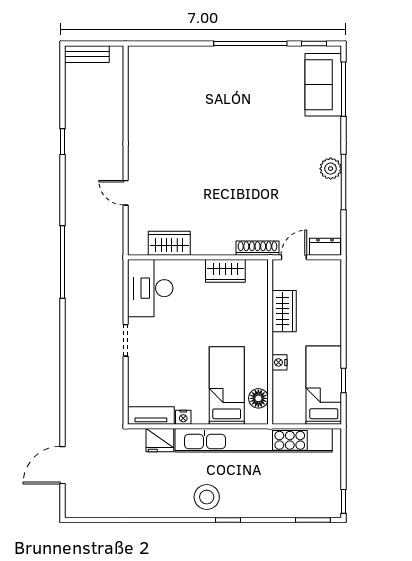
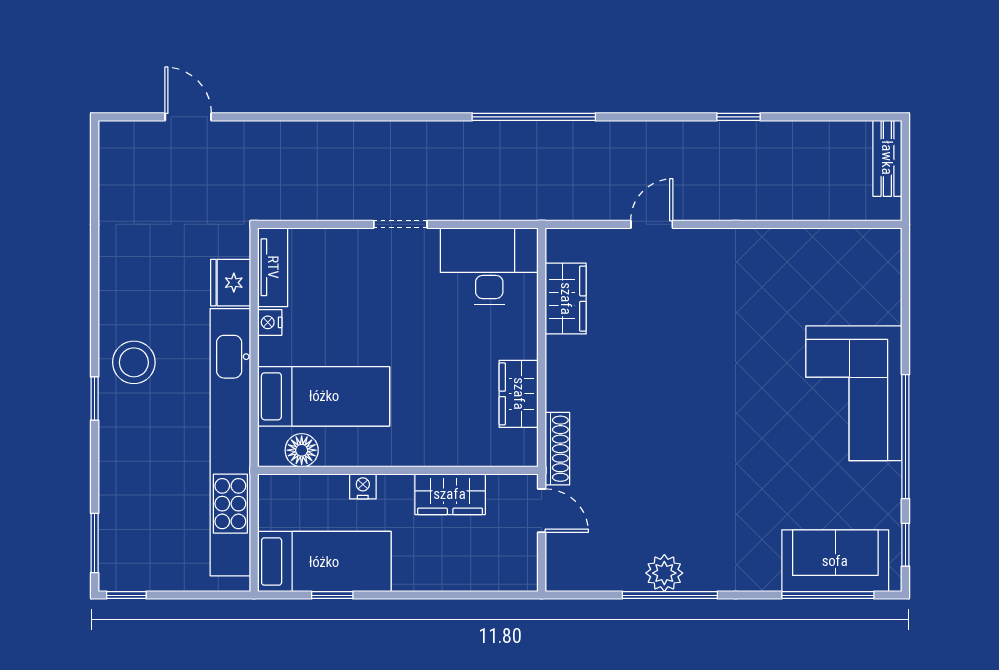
corner sofa: (225, 74) -> (854, 393), added
plant: (331, 169) -> (664, 573), moved
dresser: (325, 247) -> (560, 564), removed
door: (63, 465) -> (188, 117), width x0.73

